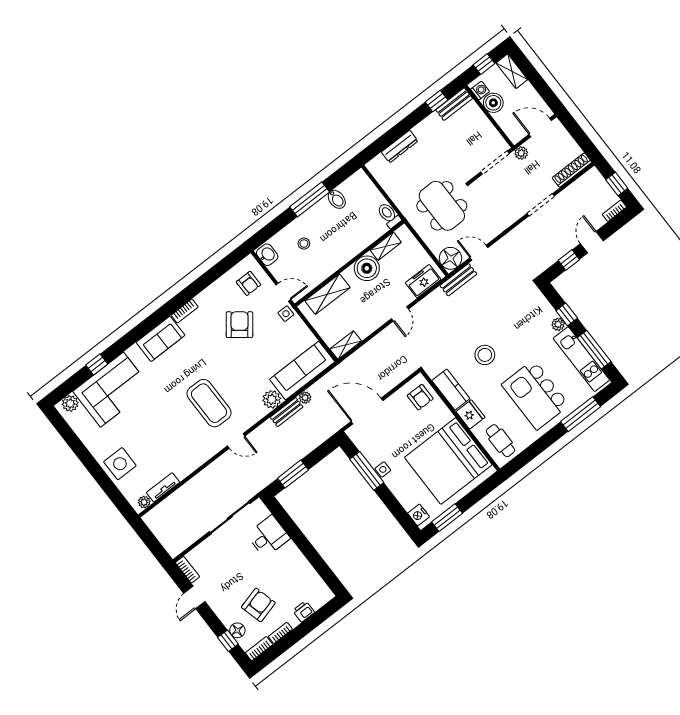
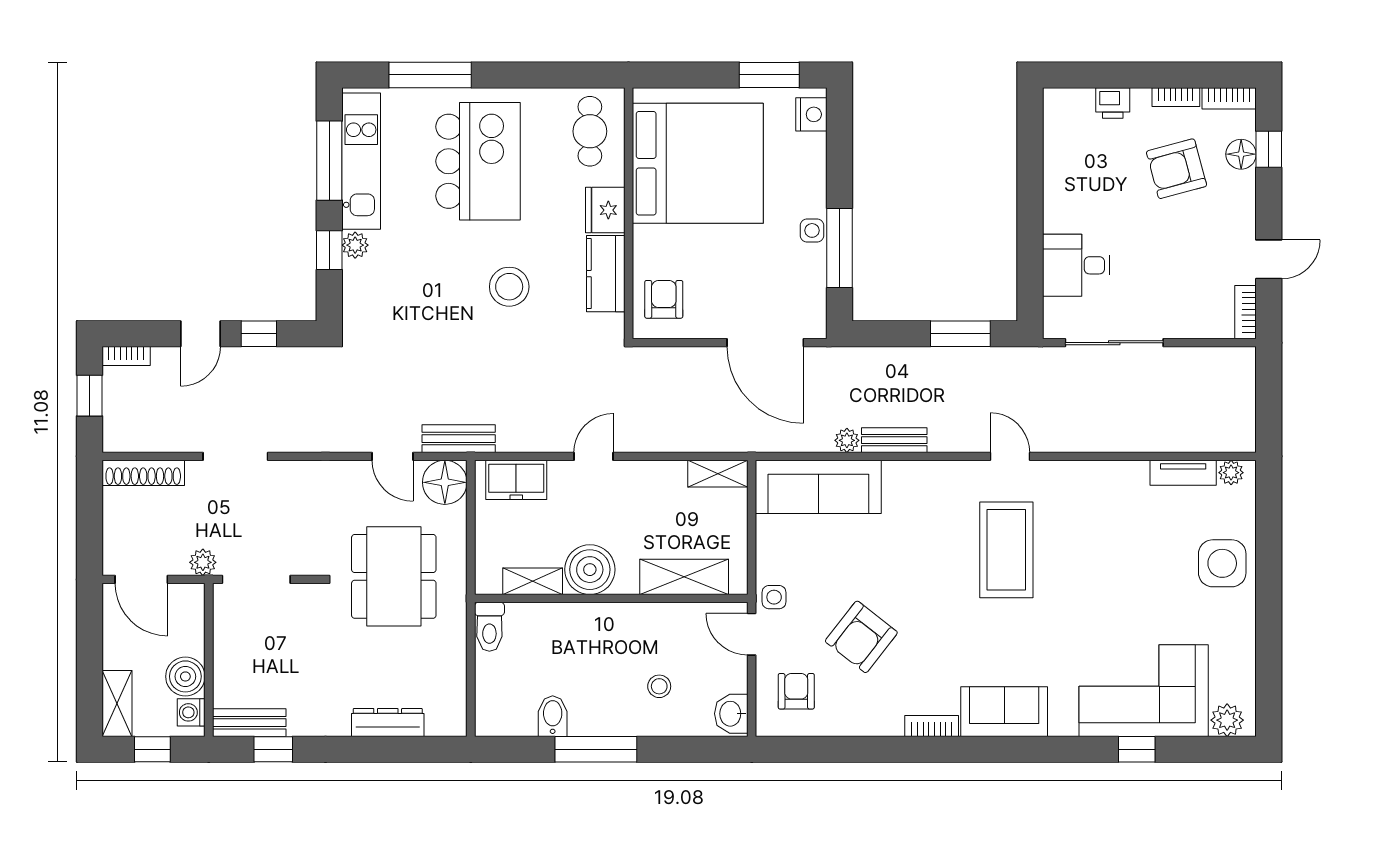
plant: (272, 399) -> (902, 479), removed

